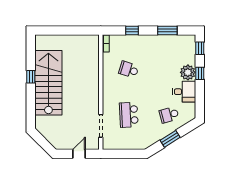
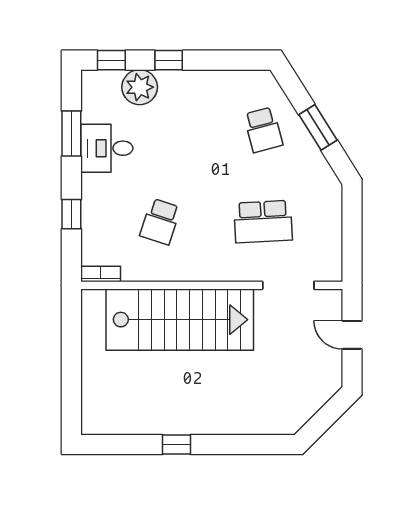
plant: (188, 72) -> (140, 87), moved
stairs: (48, 83) -> (180, 320), moved, turned 180
desk: (184, 92) -> (107, 148), moved, turned -90

